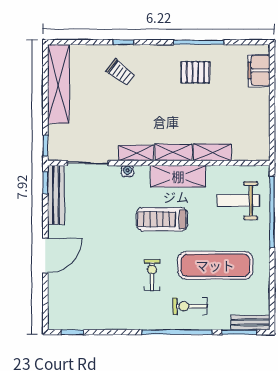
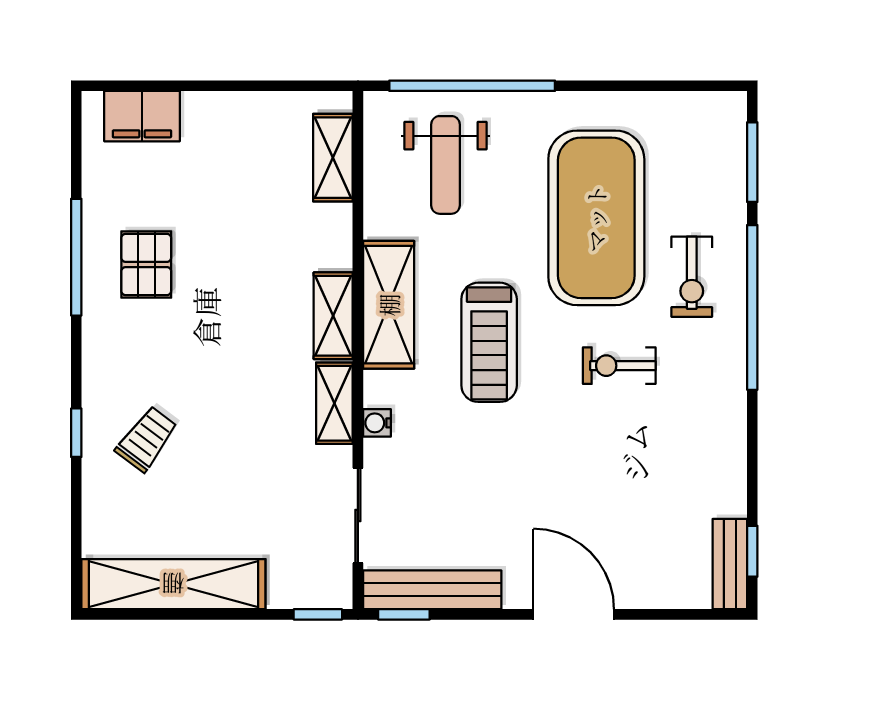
shelving: (212, 152) -> (333, 158), moved
exercise mat: (215, 265) -> (596, 218), width x1.47
bench: (250, 322) -> (730, 564), moved

